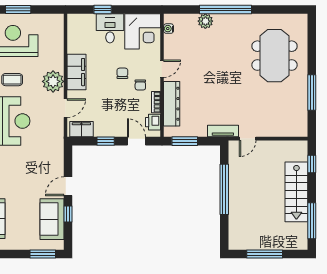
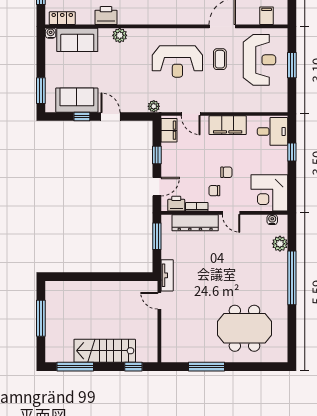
plant: (205, 21) -> (280, 244), moved
desk: (110, 28) -> (272, 131), moved
plant: (53, 81) -> (154, 106), moved, width x0.53, depth x0.53
window: (224, 189) -> (107, 277), removed

